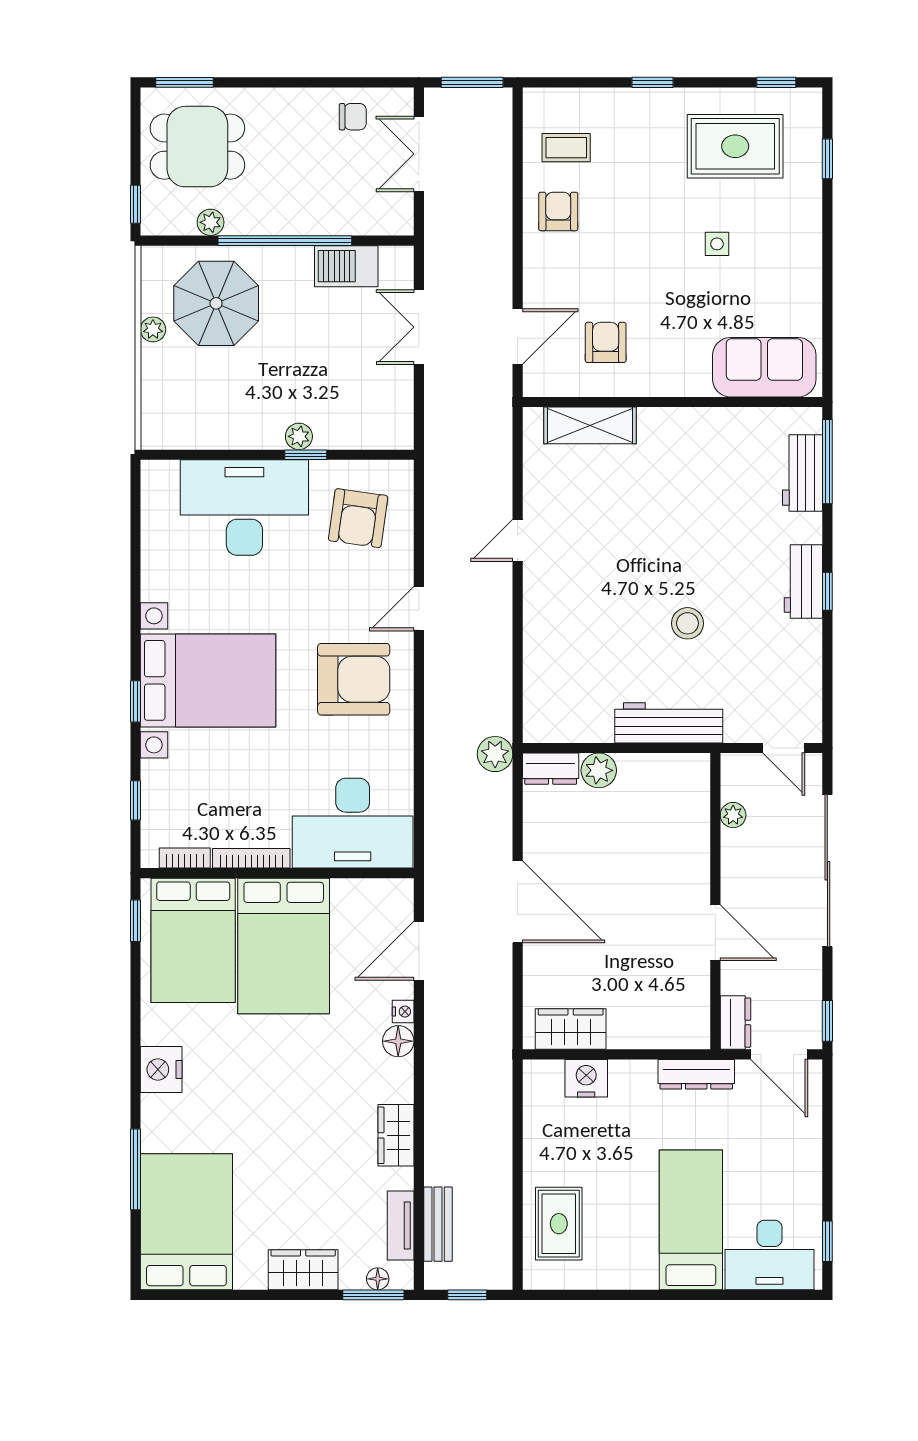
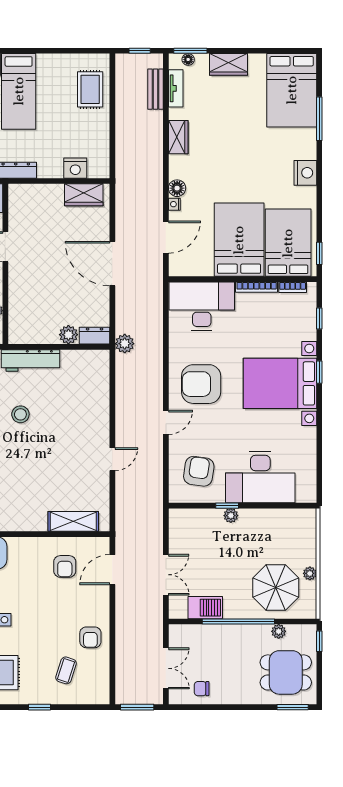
coffee table: (566, 148) -> (66, 670), moved, turned -72

